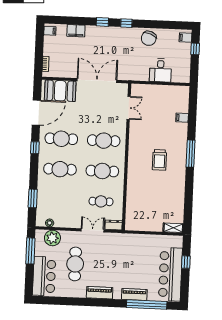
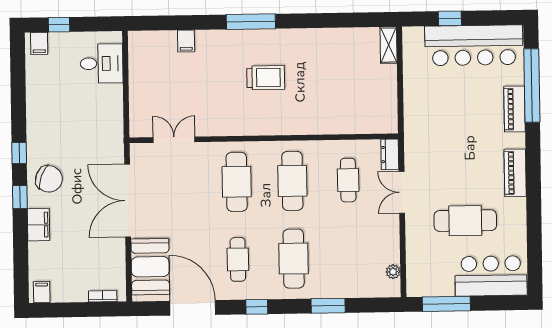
filing cabinet: (76, 31) -> (38, 225), moved
chair: (149, 38) -> (49, 179), moved
desk: (160, 70) -> (102, 64), moved
cafe table: (61, 139) -> (238, 259), width x0.73, depth x0.74
window: (33, 198) -> (328, 306), moved
plant: (52, 238) -> (420, 265), removed

